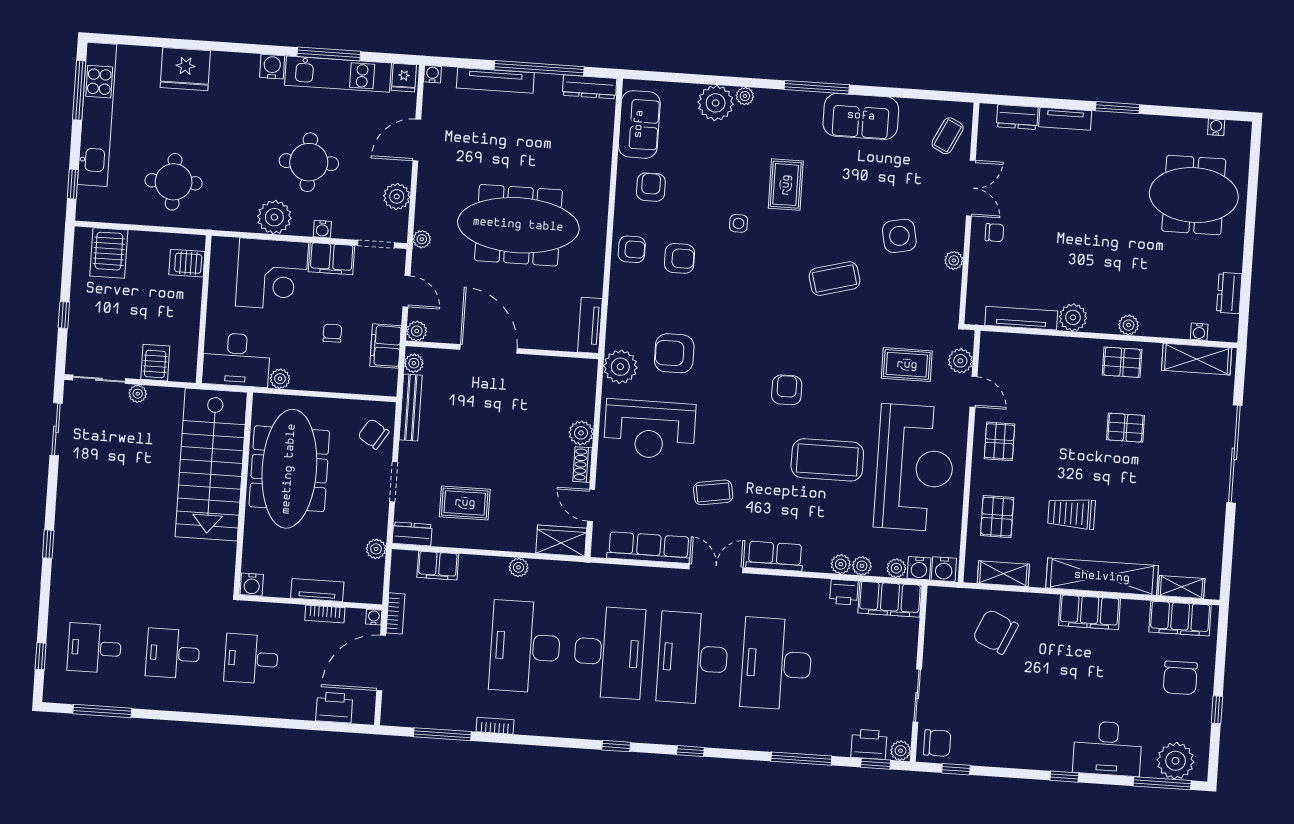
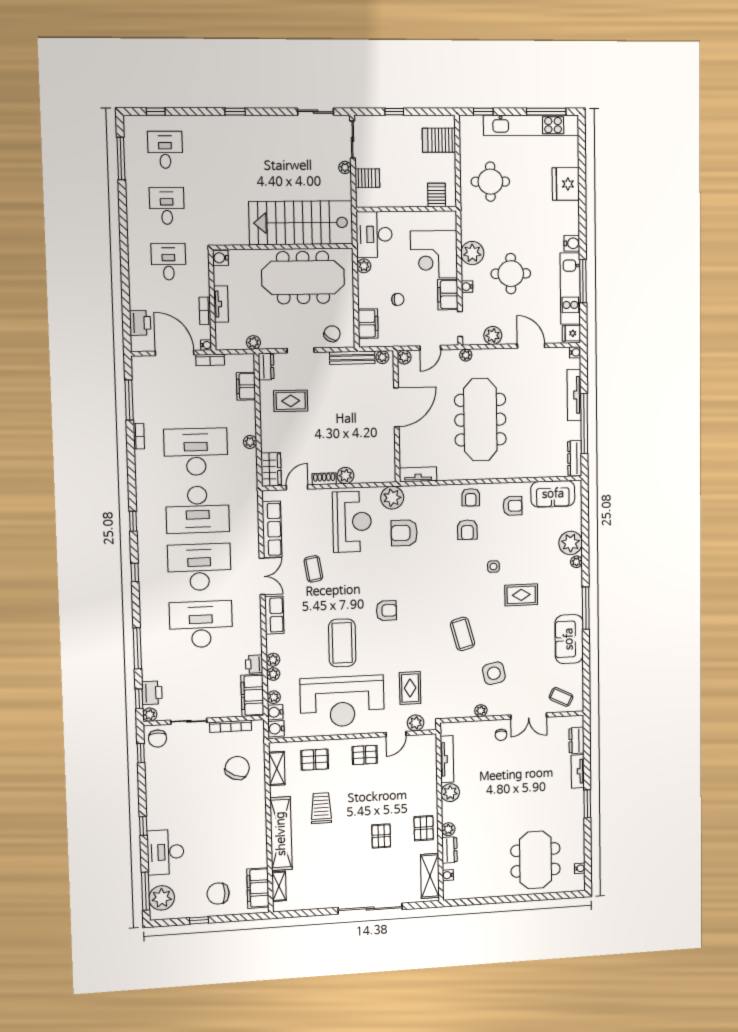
dresser: (1229, 293) -> (449, 850), moved, turned 90
filing cabinet: (386, 346) -> (368, 324), moved, turned 90
armchair: (674, 353) -> (404, 533), turned -90
reception desk: (650, 429) -> (352, 522), turned 180
rug: (465, 503) -> (291, 401), turned 90
filing cabinet: (1089, 612) -> (256, 828), removed
bookcase: (932, 635) -> (231, 726), added

